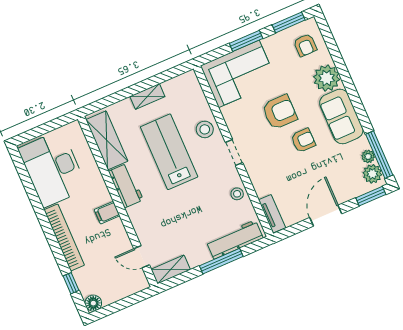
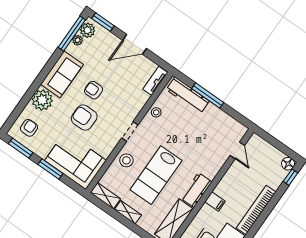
filing cabinet: (107, 213) -> (215, 202), moved
shelving: (171, 270) -> (105, 196), moved
window: (71, 283) -> (291, 177), moved

